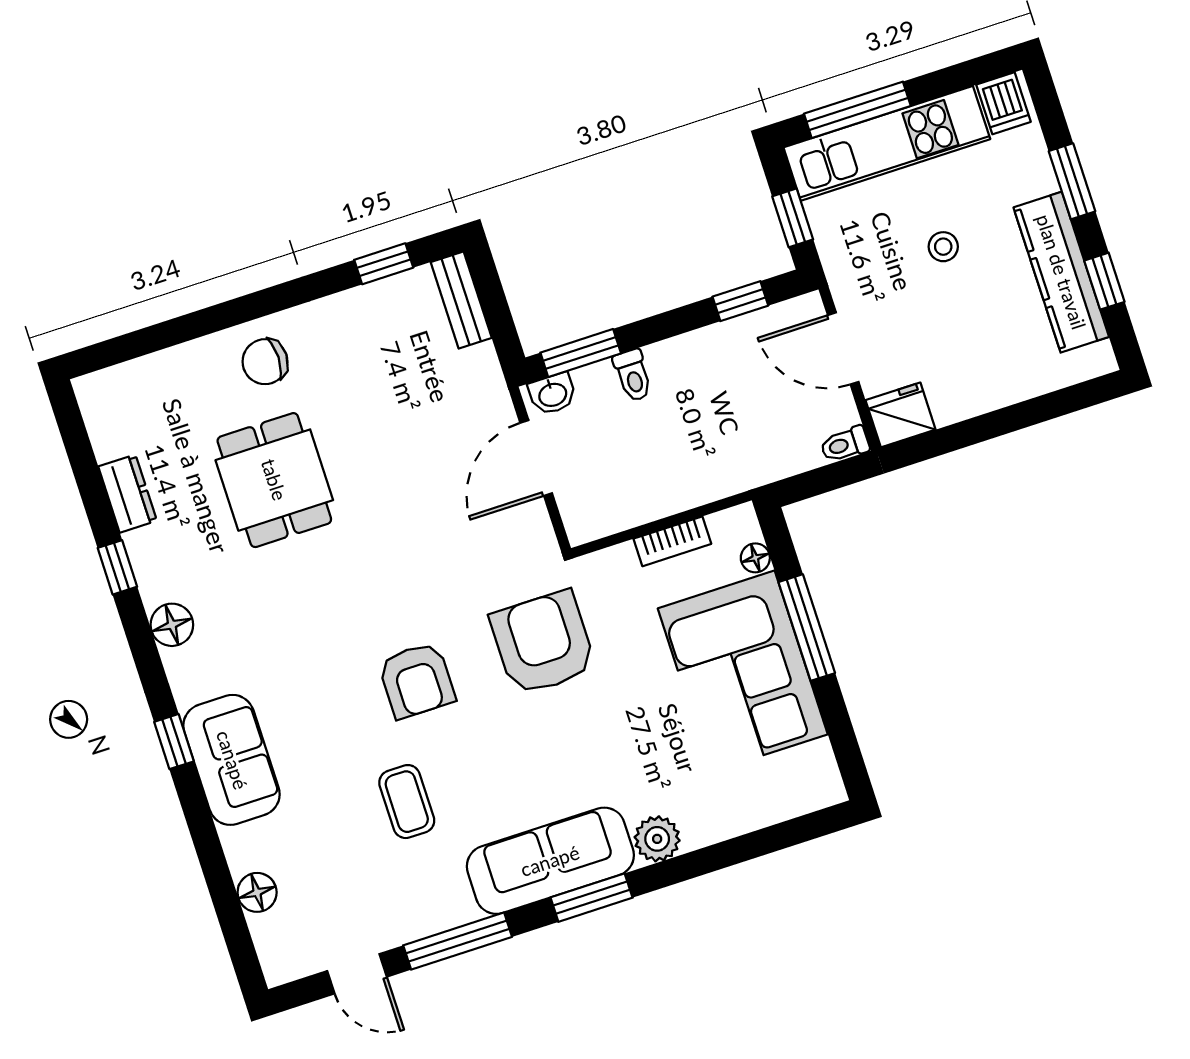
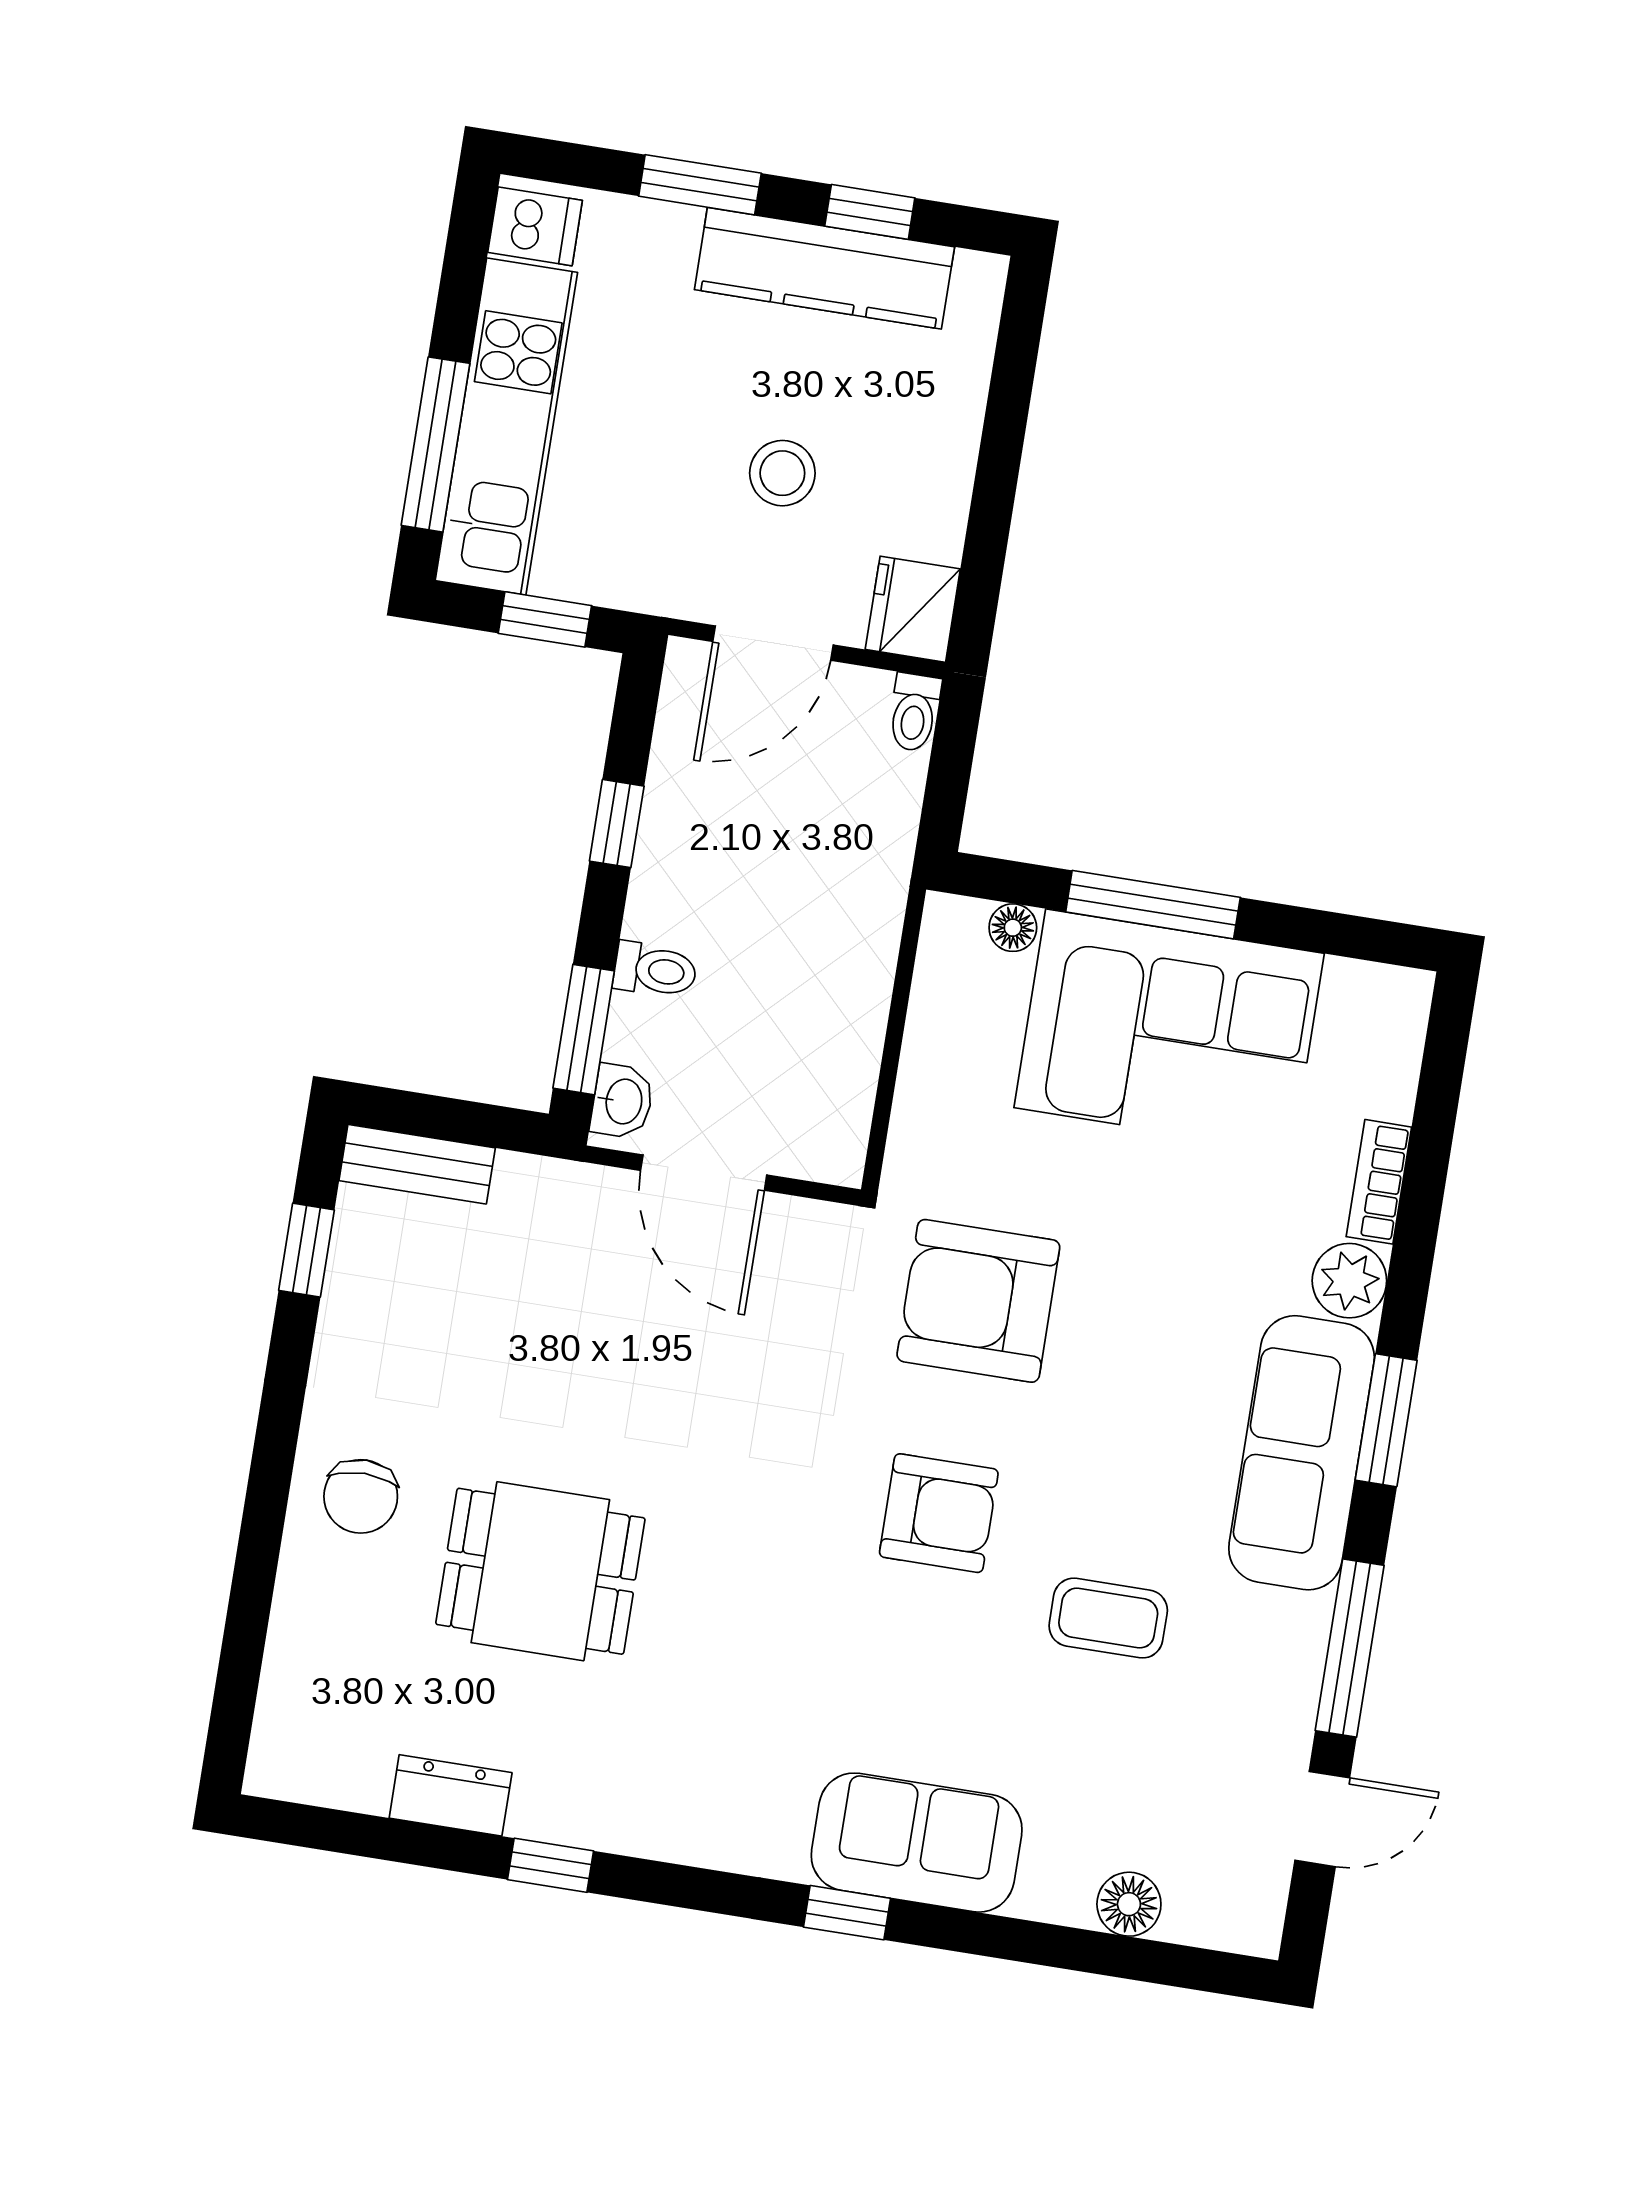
stool: (943, 247) -> (782, 473), moved, width x1.37, depth x1.37
window: (740, 301) -> (617, 824), moved
bookcase: (672, 541) -> (1379, 1182), moved, turned 180
floor lamp: (172, 625) -> (675, 1829), removed

